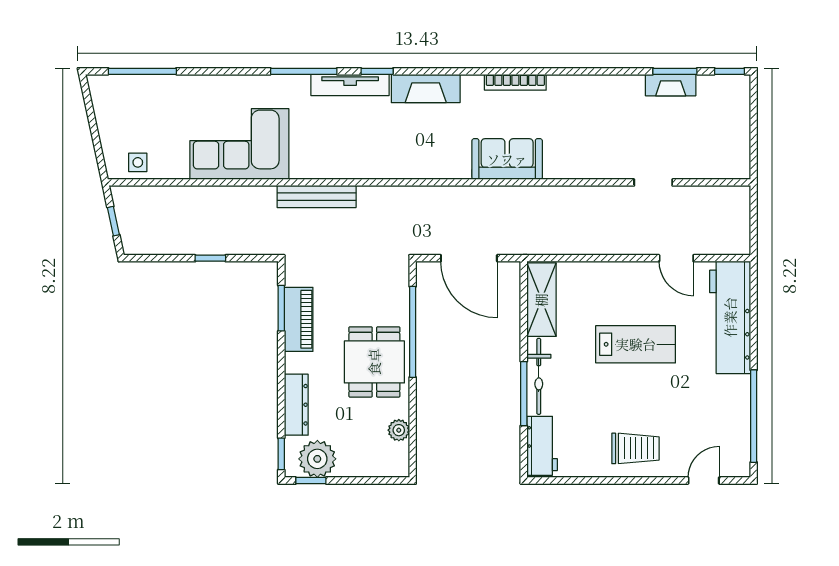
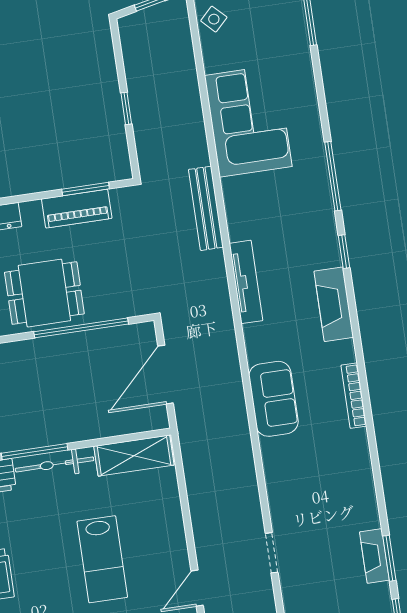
tv unit: (350, 85) -> (246, 282), moved, turned 180
side table: (138, 162) -> (214, 19), turned 45

